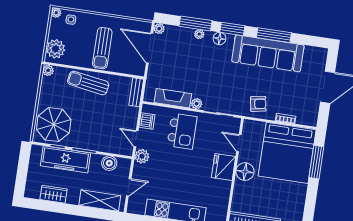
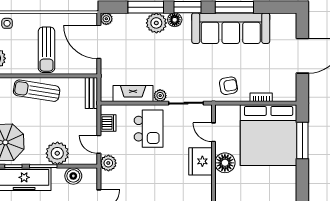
plant: (199, 34) -> (156, 23), width x1.87, depth x1.87
plant: (98, 141) -> (57, 153), added

